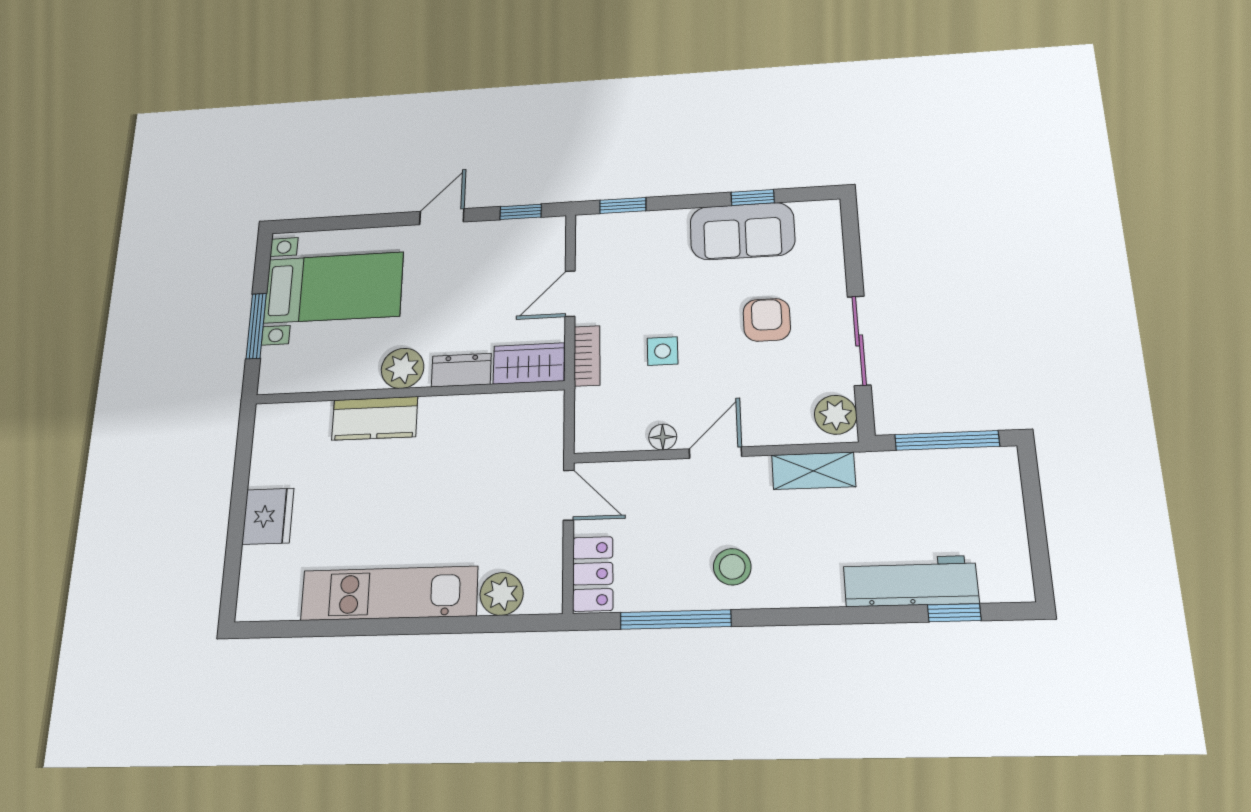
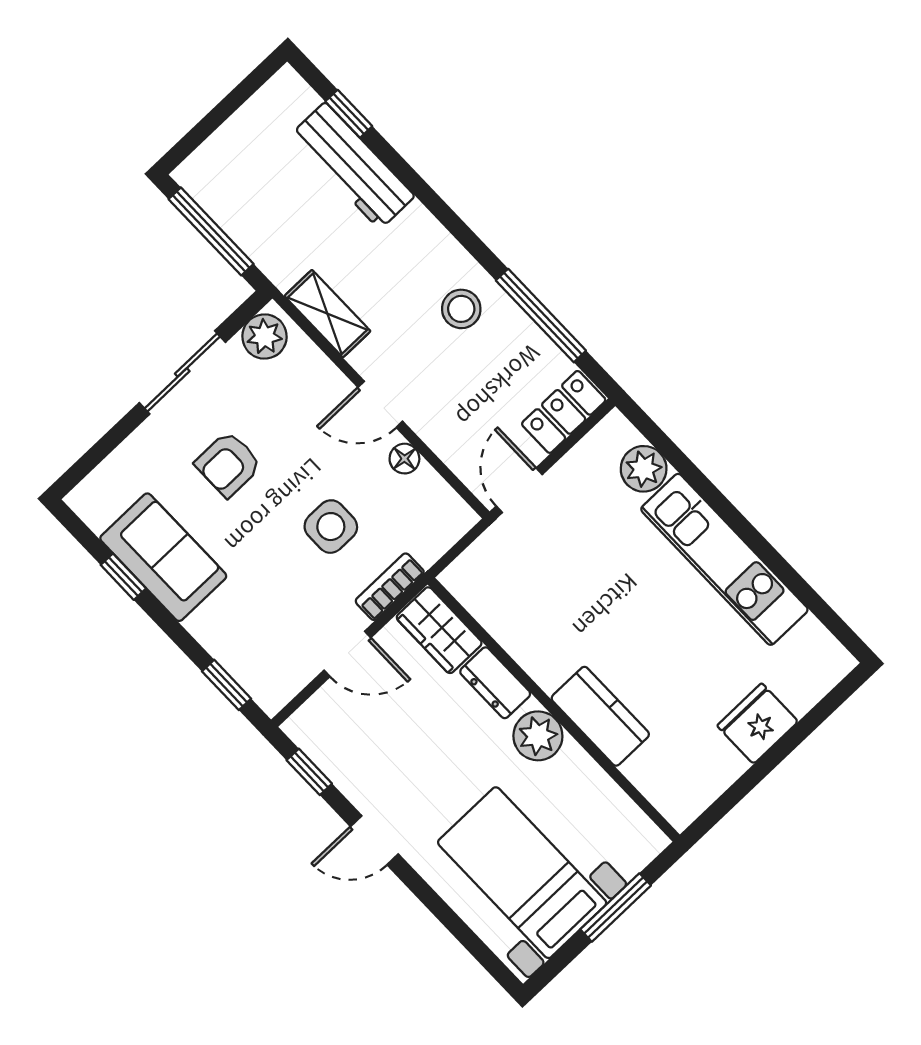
side table: (663, 351) -> (331, 527), width x1.37, depth x1.37

